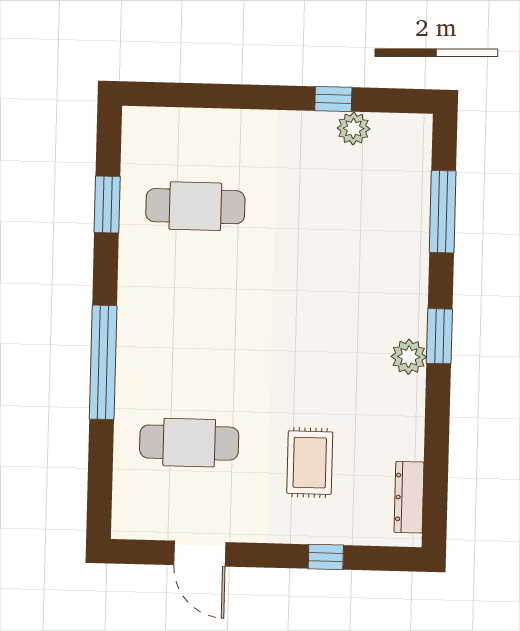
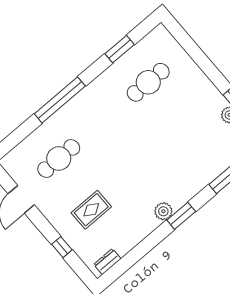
cafe table: (195, 206) -> (148, 82), turned 90
cafe table: (189, 443) -> (59, 158), turned 90
dresser: (409, 497) -> (107, 262), width x0.70

